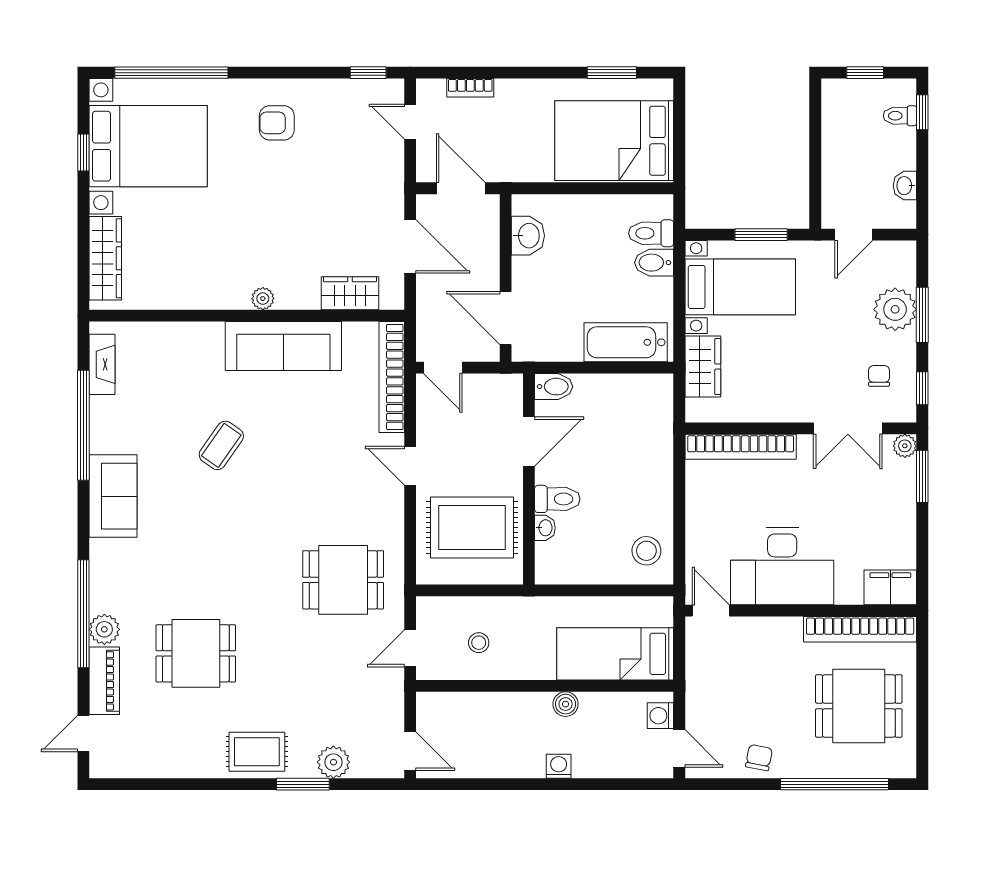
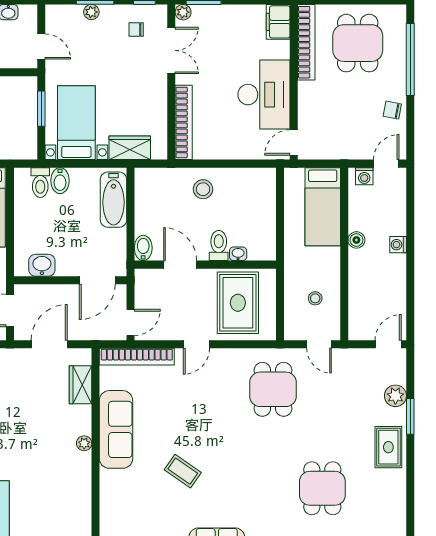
plant: (895, 309) -> (91, 12), width x0.53, depth x0.53
stool: (646, 551) -> (203, 189), moved

